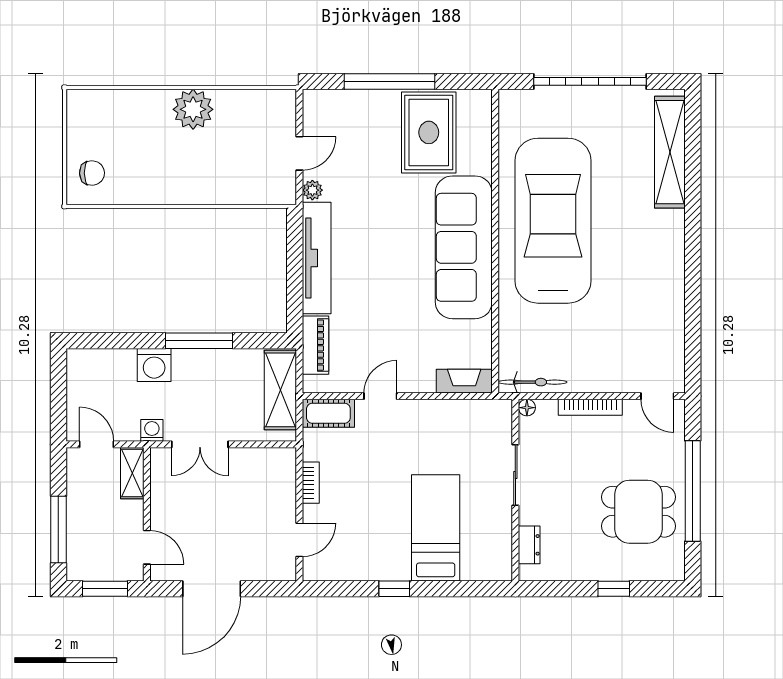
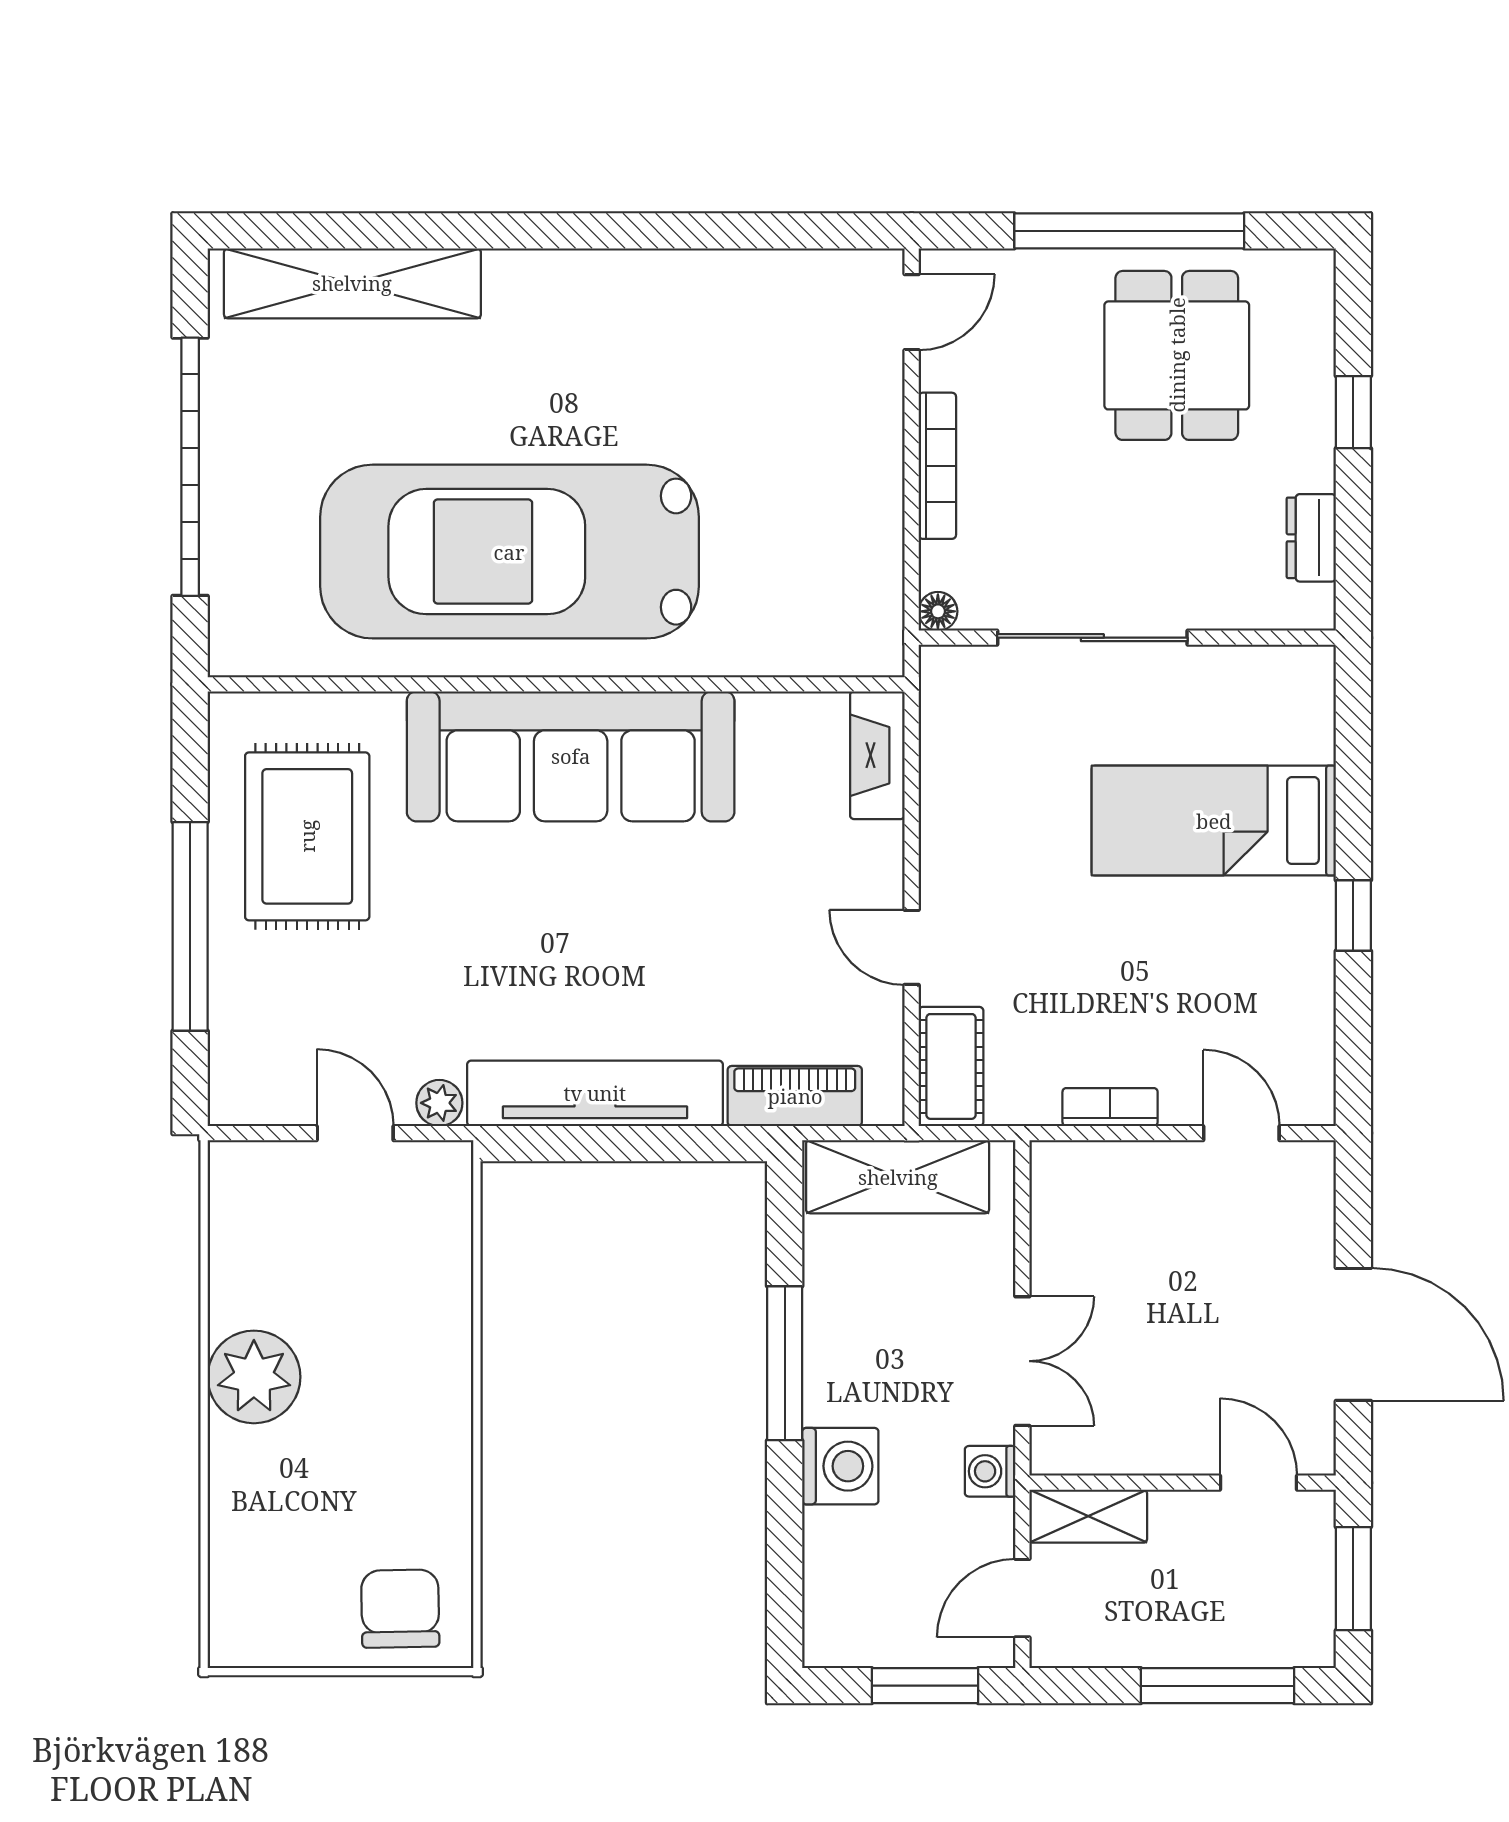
rug: (429, 132) -> (307, 836), turned 90
chair: (92, 173) -> (400, 1609), width x1.37, depth x1.37
bicycle: (533, 382) -> (880, 598), removed
window: (58, 402) -> (925, 1686), added
sliding door: (515, 475) -> (1092, 638), width x1.37
dresser: (529, 545) -> (1311, 538), moved, turned -90
door: (147, 547) -> (1259, 1483), hinge flipped

